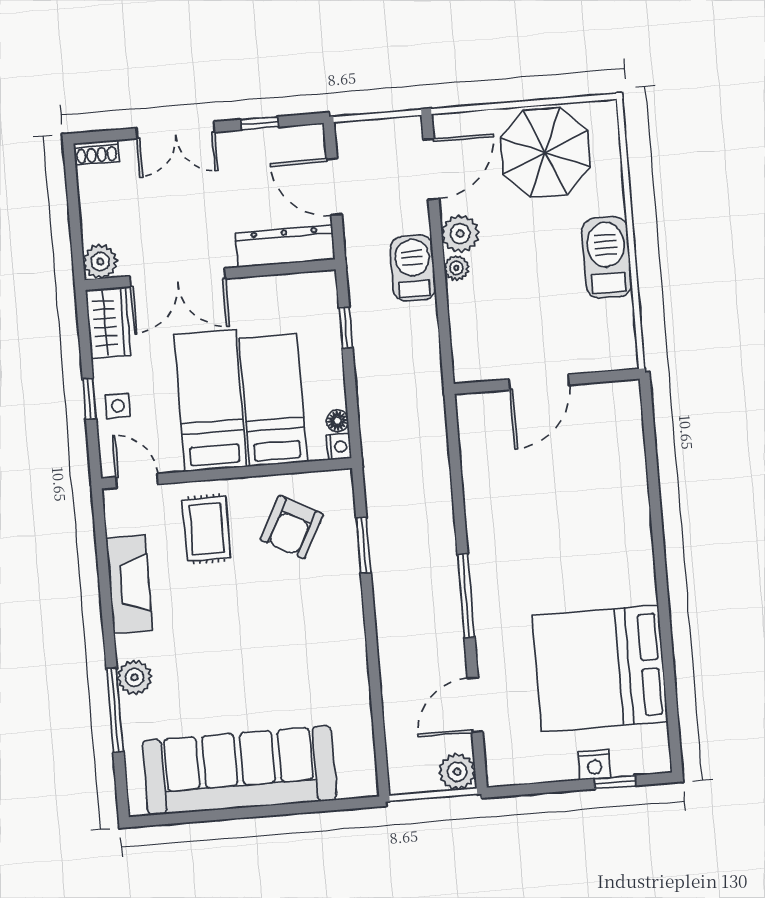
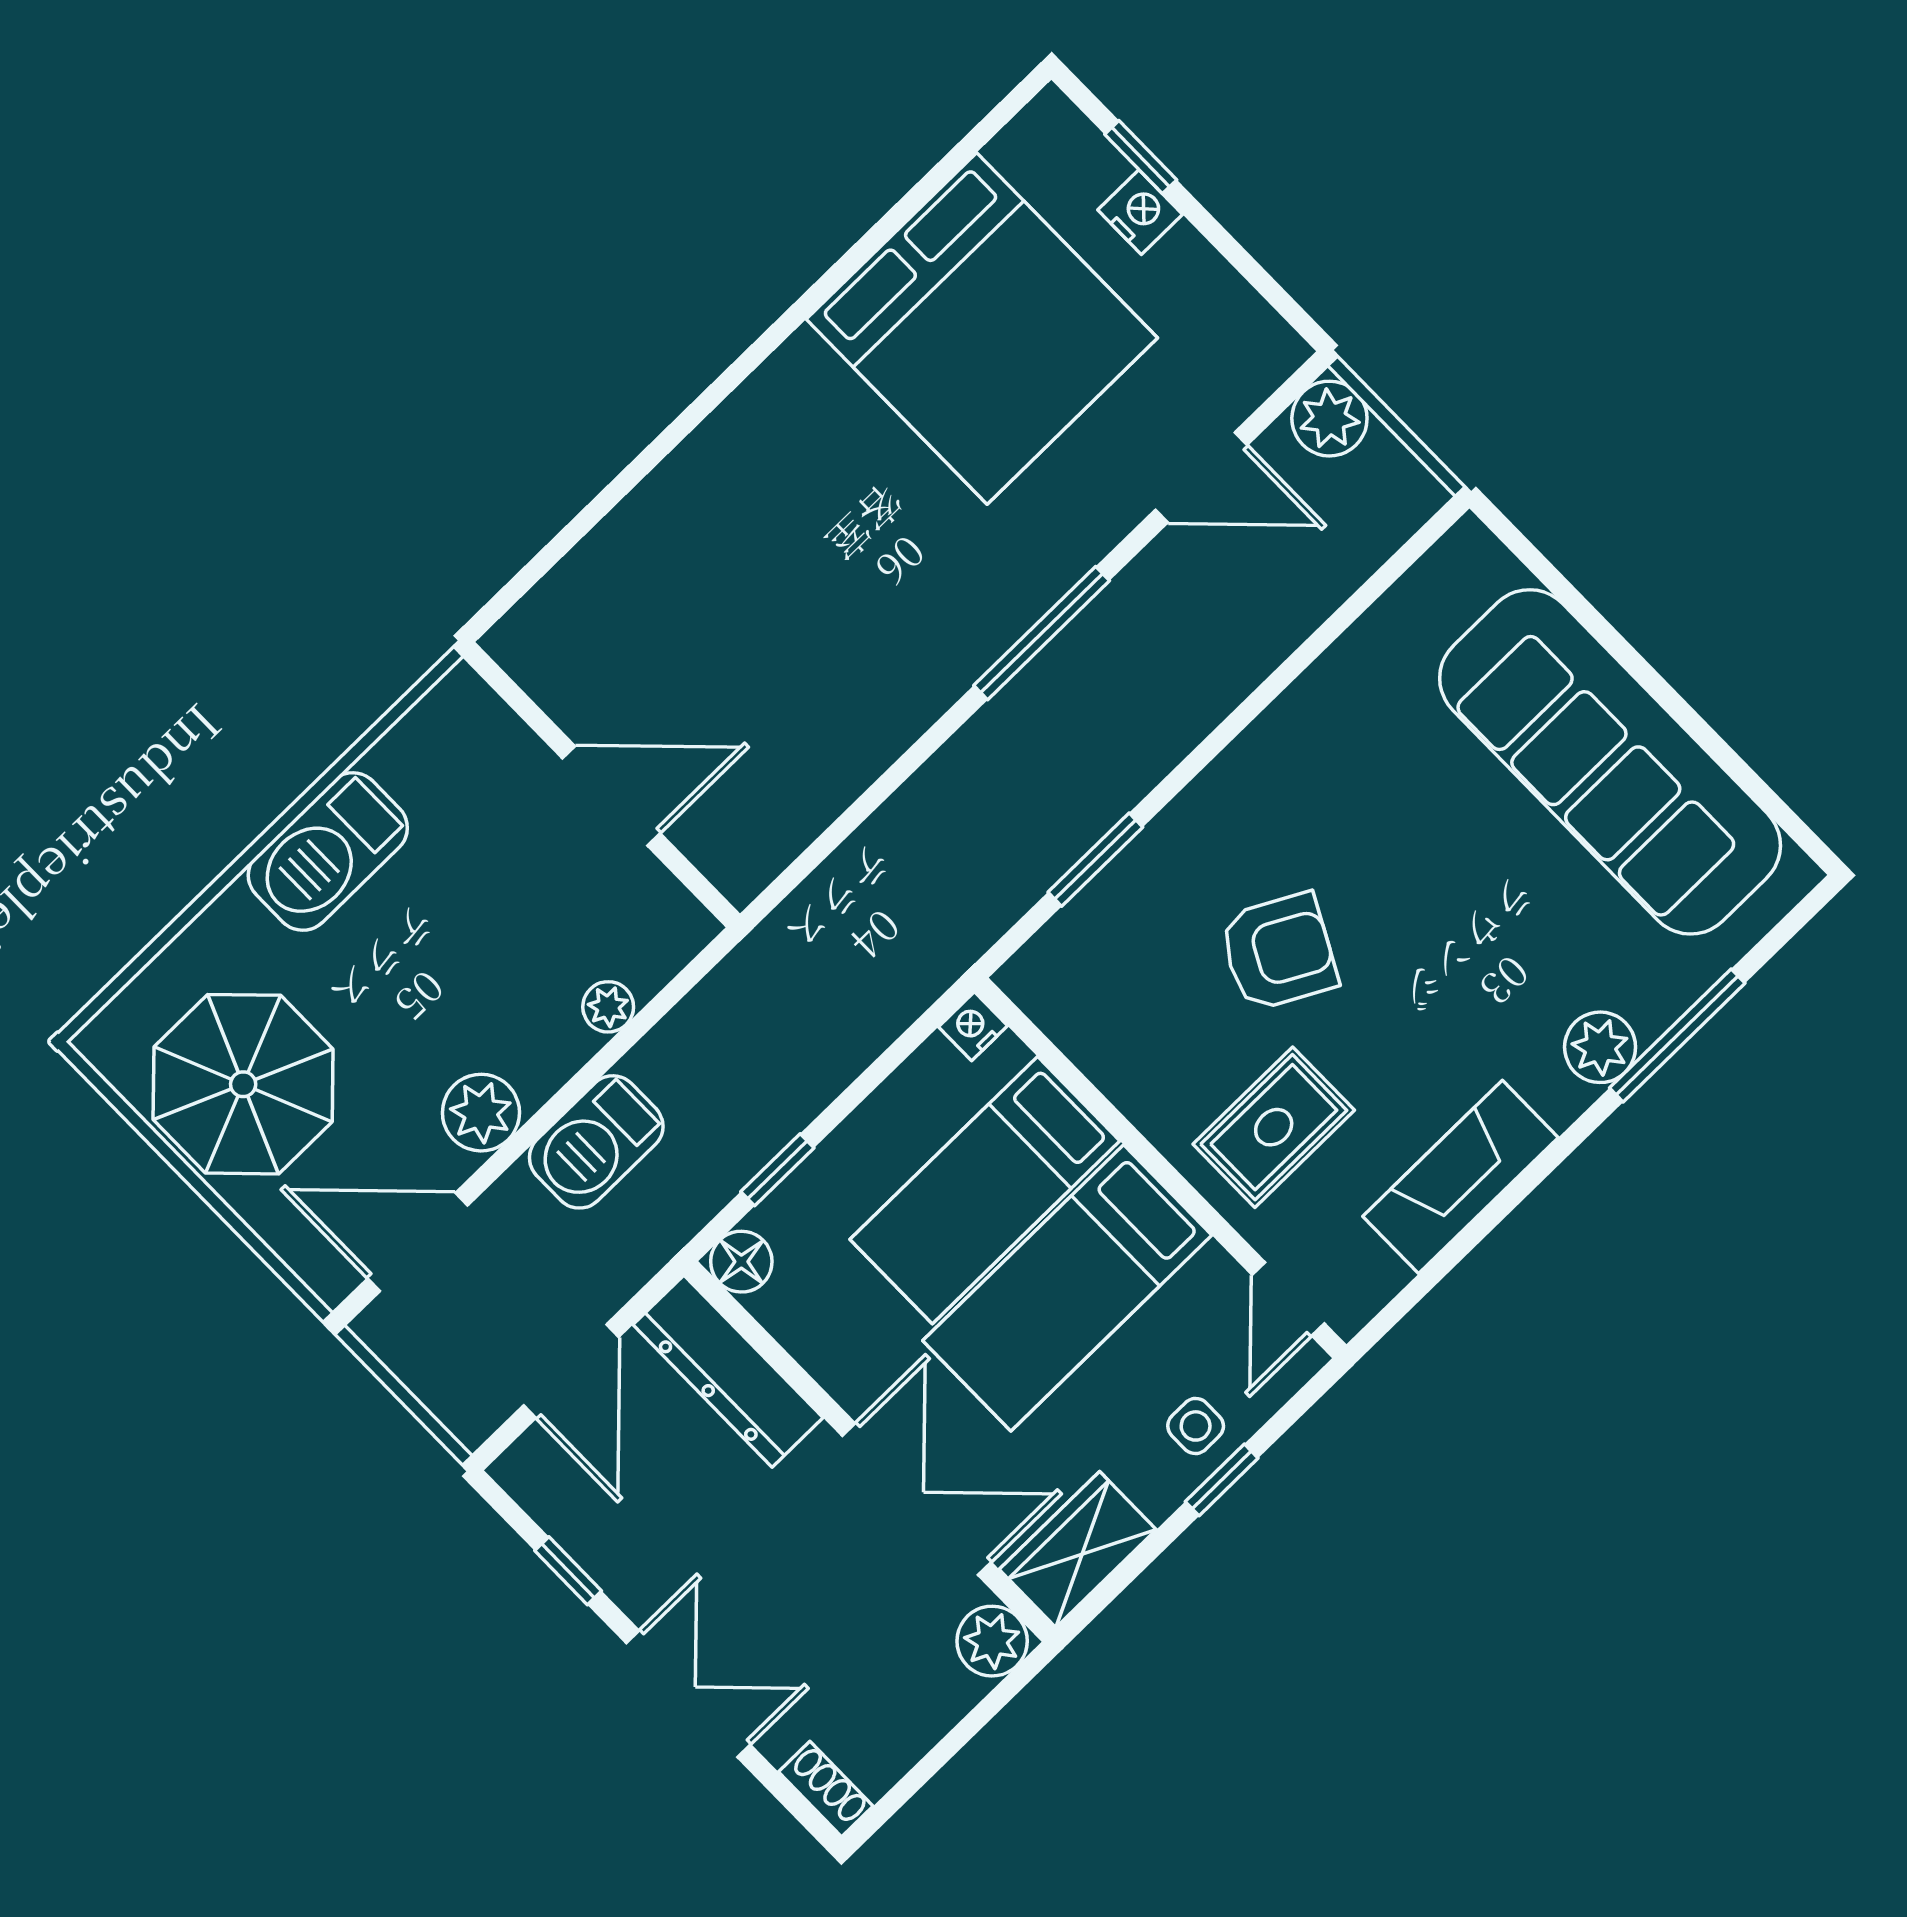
plant: (456, 268) -> (608, 1007), moved
floor lamp: (337, 421) -> (741, 1262), moved, width x1.37, depth x1.37
armchair: (292, 527) -> (1279, 952), moved

